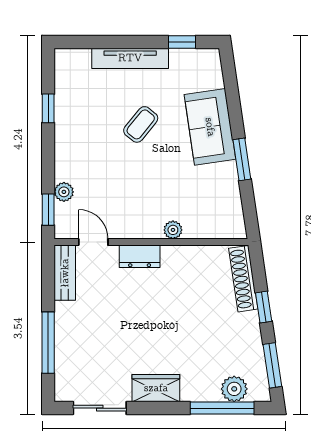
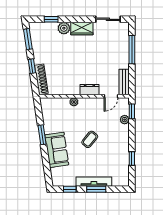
window: (125, 42) -> (96, 189), added
coffee table: (141, 124) -> (90, 139), moved
door: (93, 242) -> (111, 96), hinge flipped
plant: (234, 389) -> (64, 28), moved
window: (222, 408) -> (51, 19), width x0.46

